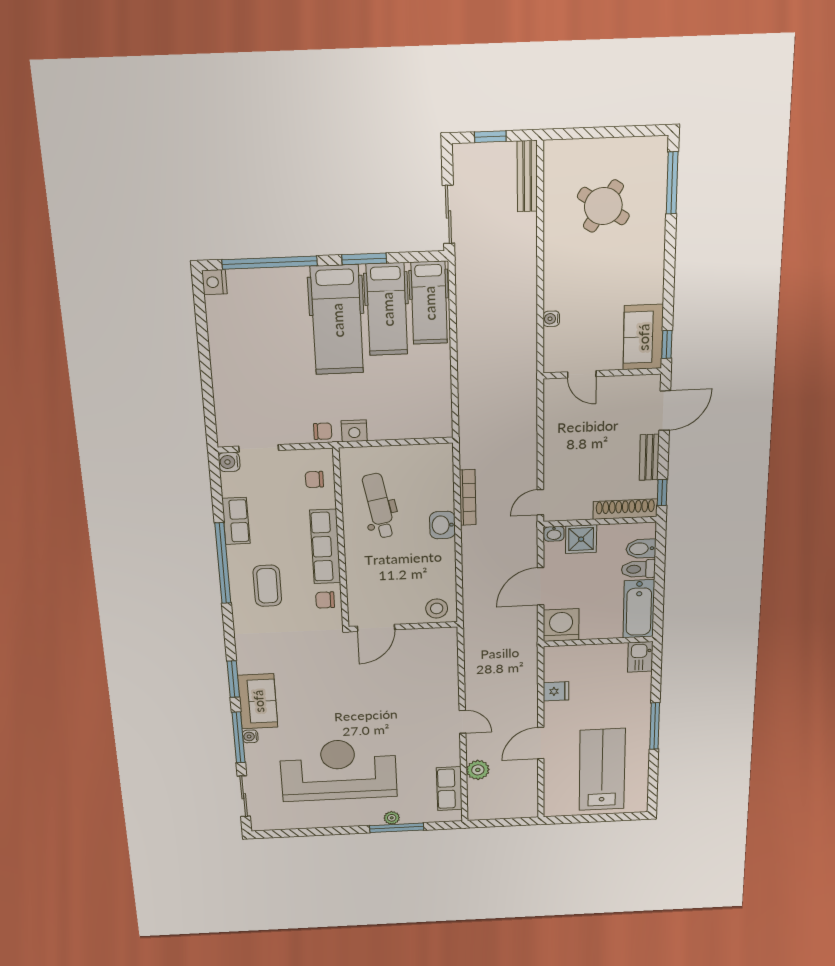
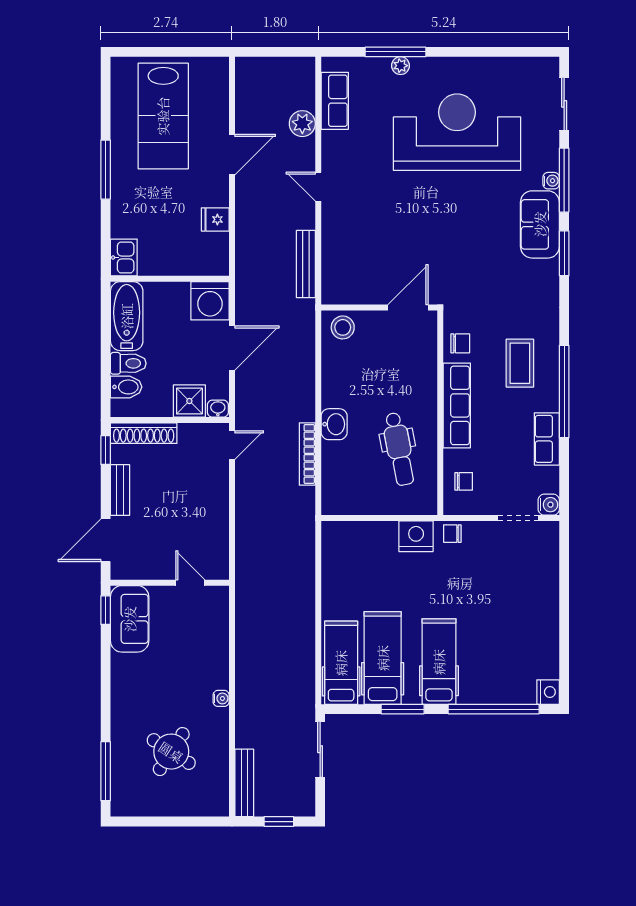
water cooler: (551, 319) -> (221, 698), moved
hospital bed: (337, 320) -> (439, 662), width x0.73, depth x0.78
nightstand: (354, 431) -> (416, 536), width x1.36, depth x1.33
bench: (472, 659) -> (306, 264), added
reception desk: (338, 770) -> (457, 132), turned 180

